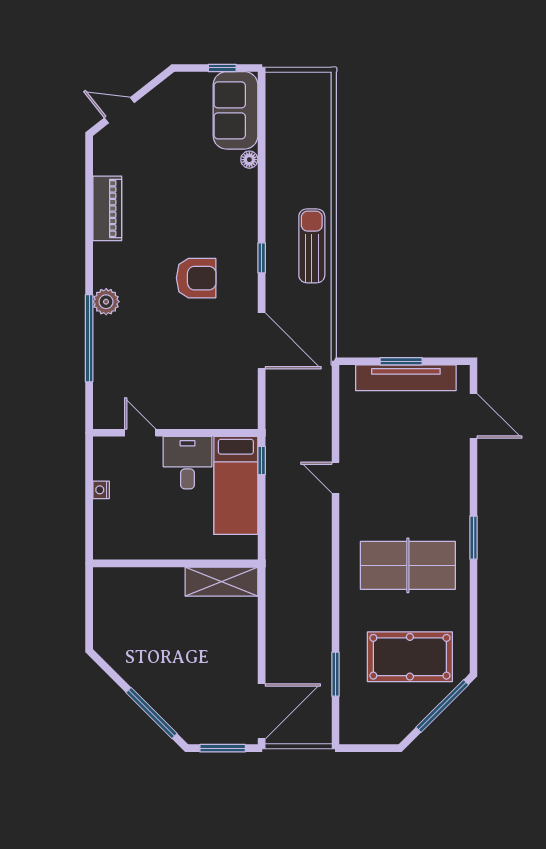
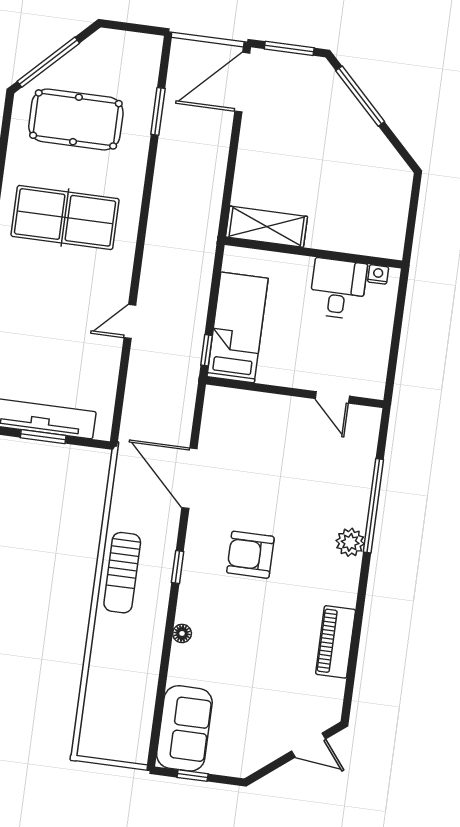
floor lamp: (249, 160) -> (182, 633), moved
desk: (187, 463) -> (338, 289), moved, turned 180
door: (336, 478) -> (130, 322), swing flipped
nightstand: (101, 490) -> (378, 274), moved, turned -90

